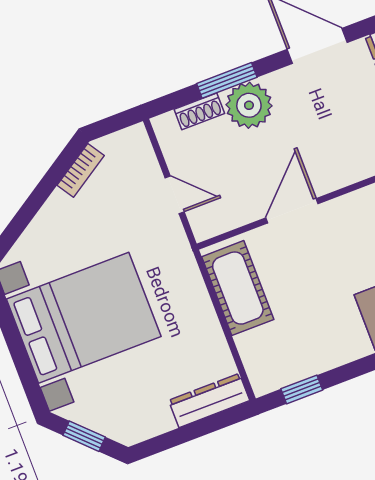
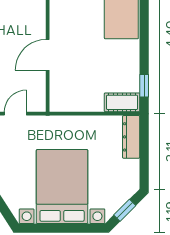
door: (292, 211) -> (48, 55), hinge flipped
cot: (238, 288) -> (122, 102), moved, width x0.73, depth x0.75

